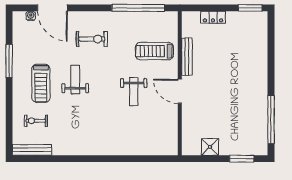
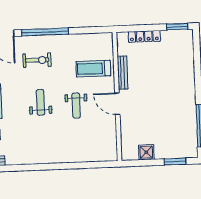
window: (138, 8) -> (45, 32), moved
locker: (213, 17) -> (144, 36), width x1.53
weight bench: (75, 79) -> (40, 102), moved

